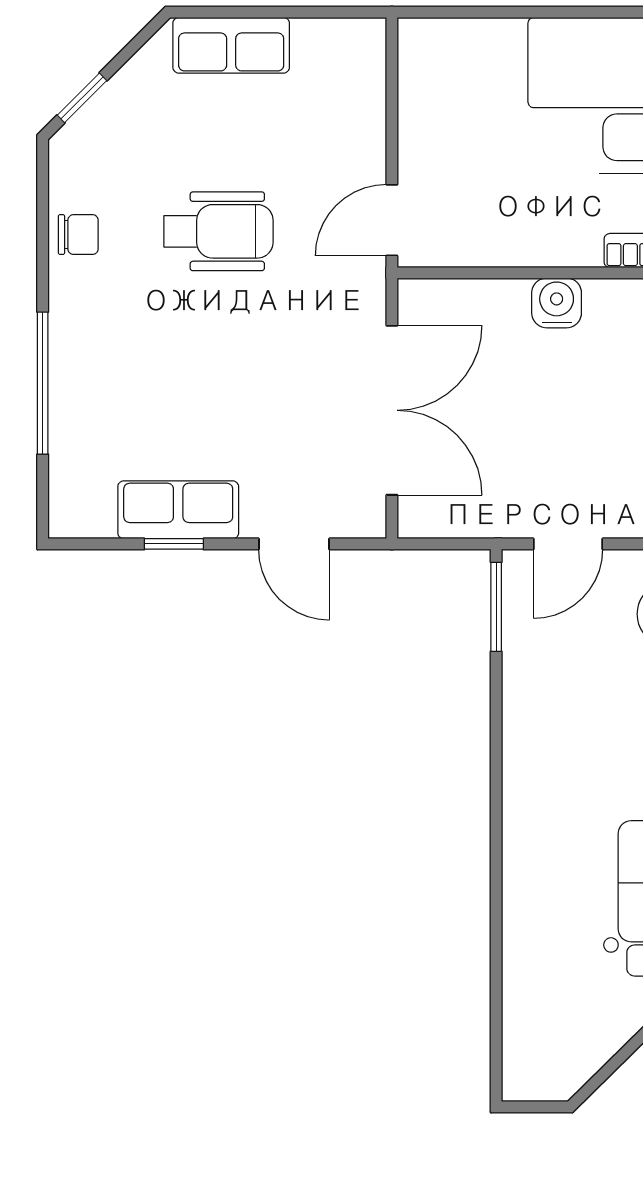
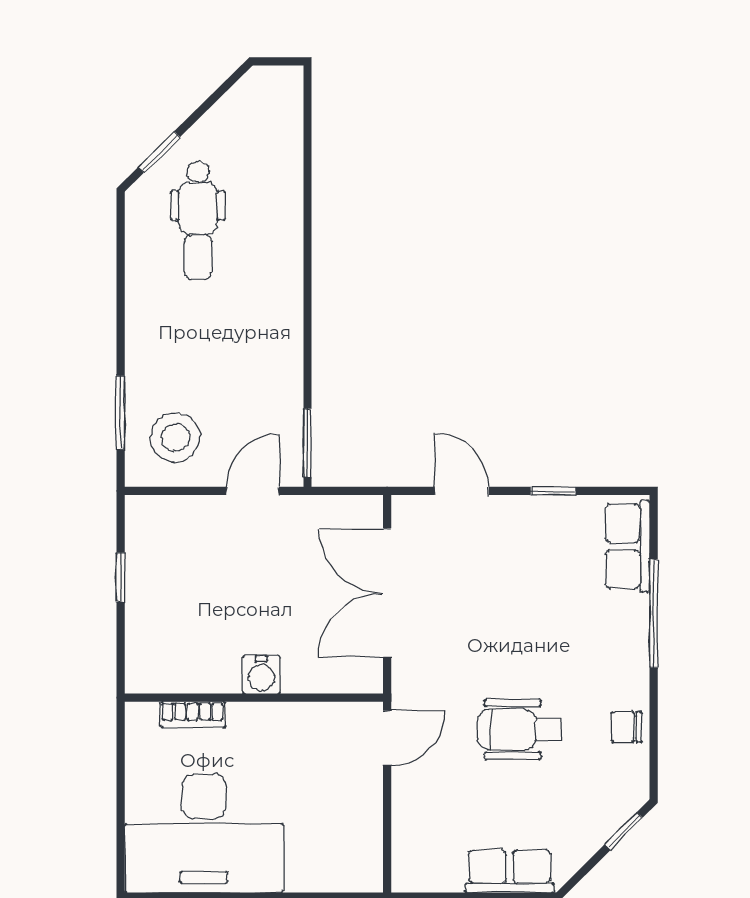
row of seats: (178, 510) -> (628, 546), moved, turned 90

